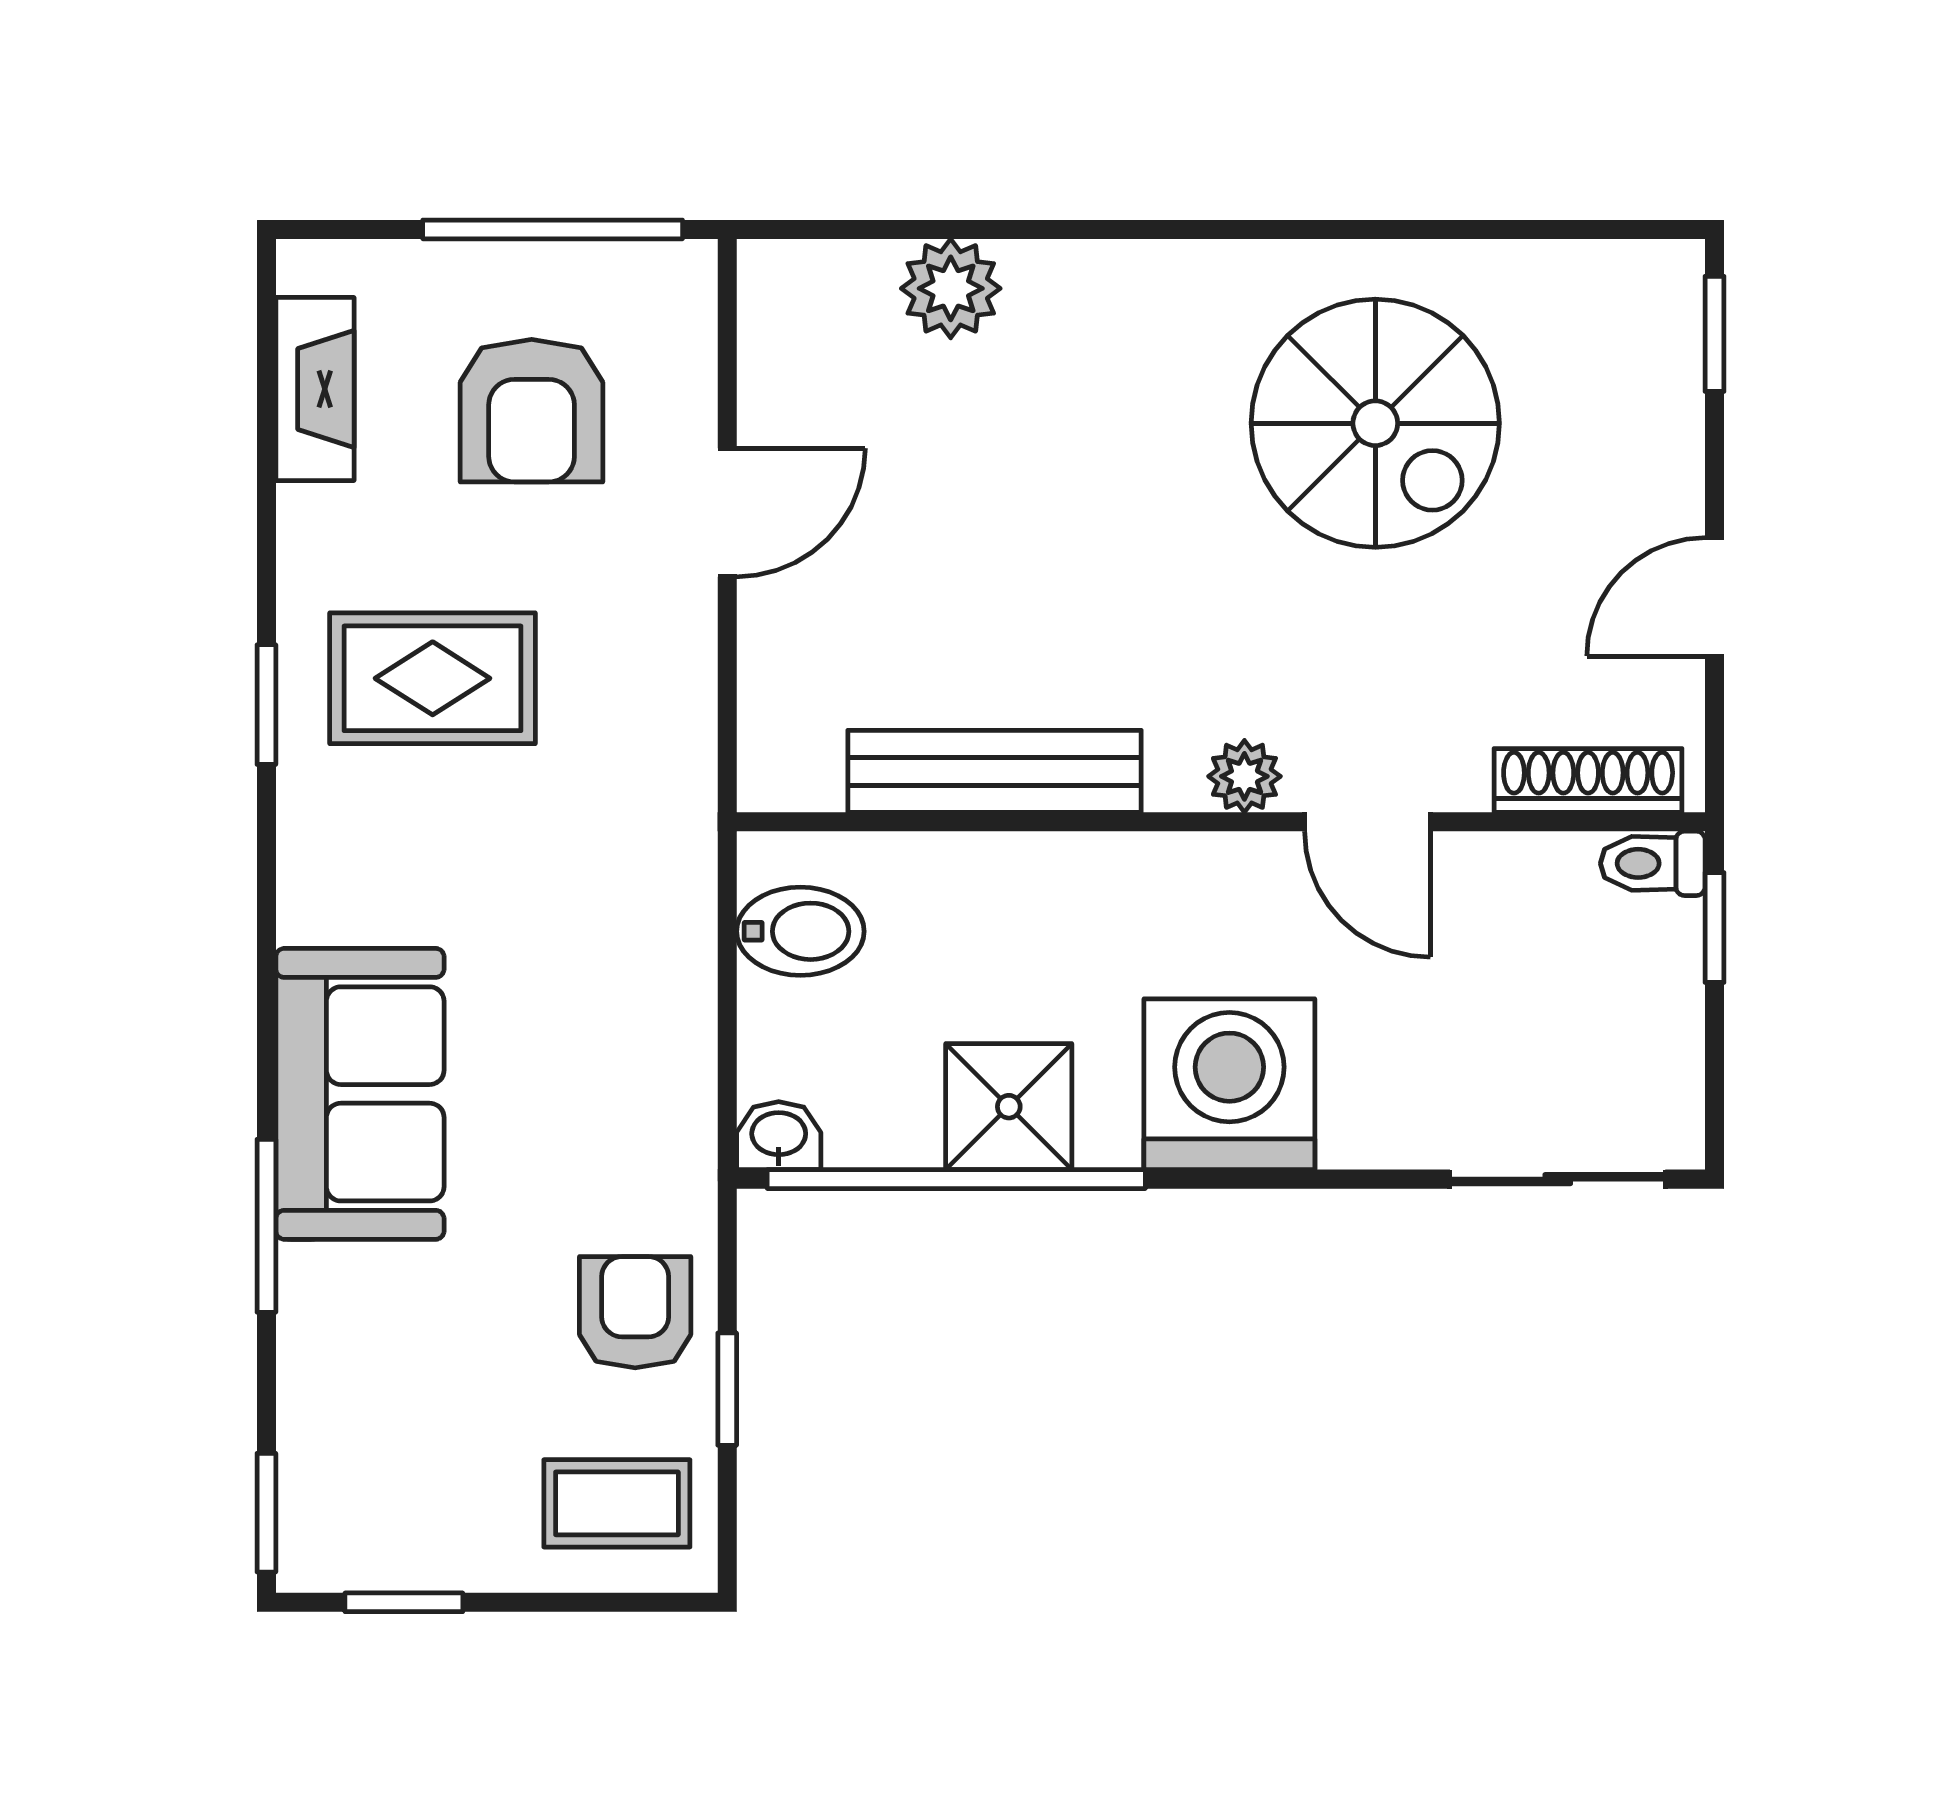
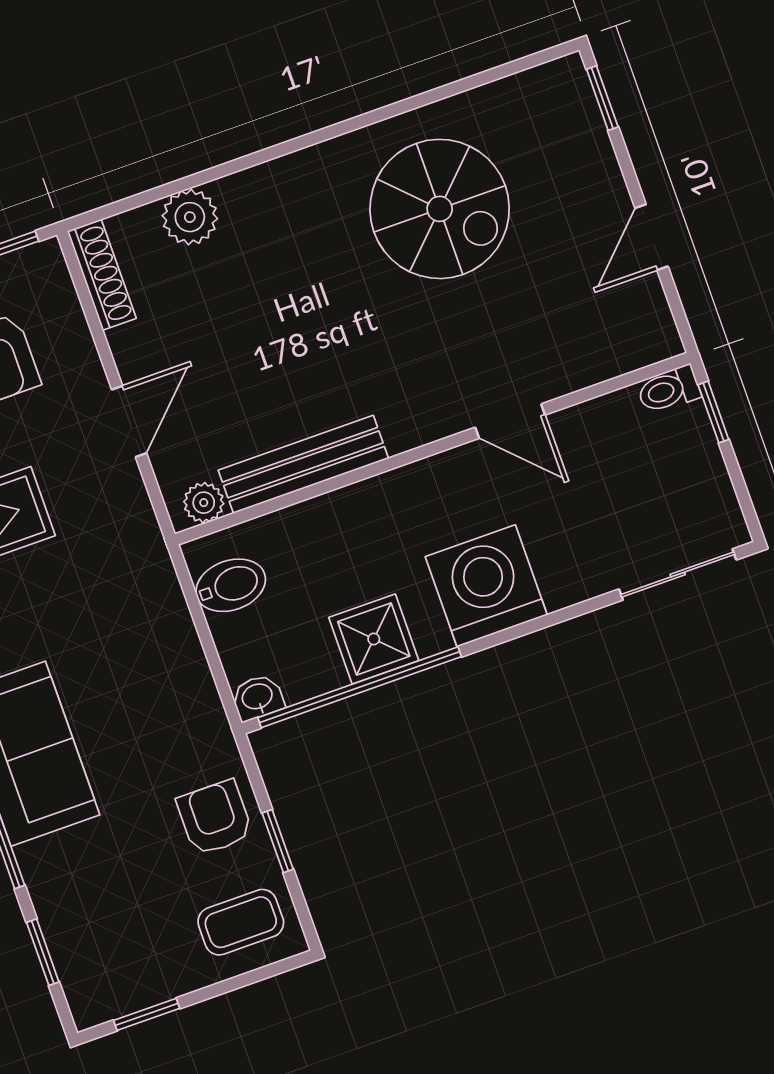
door: (727, 512) -> (129, 421), moved
plant: (1244, 776) -> (204, 503), moved
shoe rack: (1588, 780) -> (102, 275), moved, turned 90
window: (266, 1513) -> (43, 952), moved

